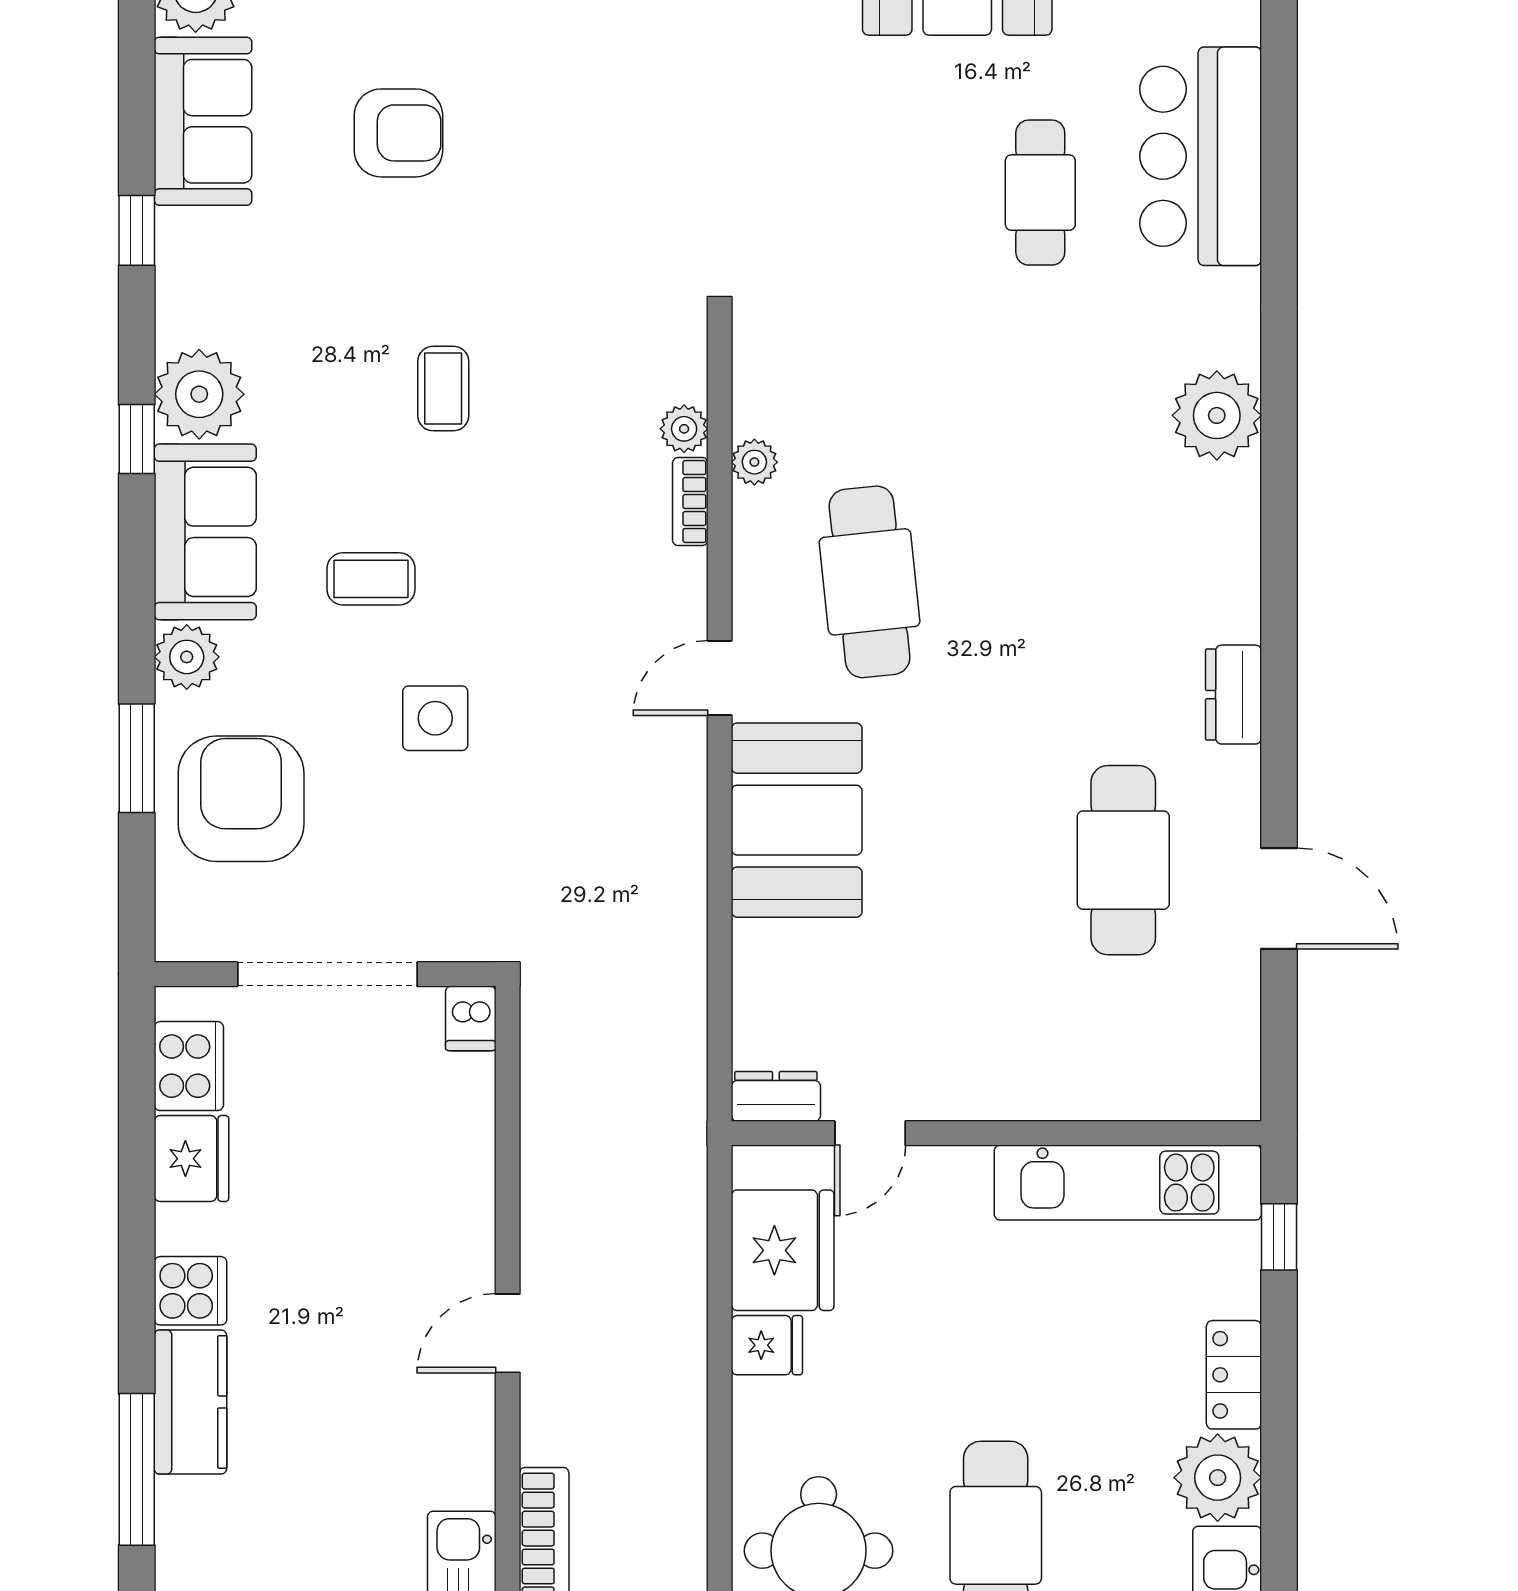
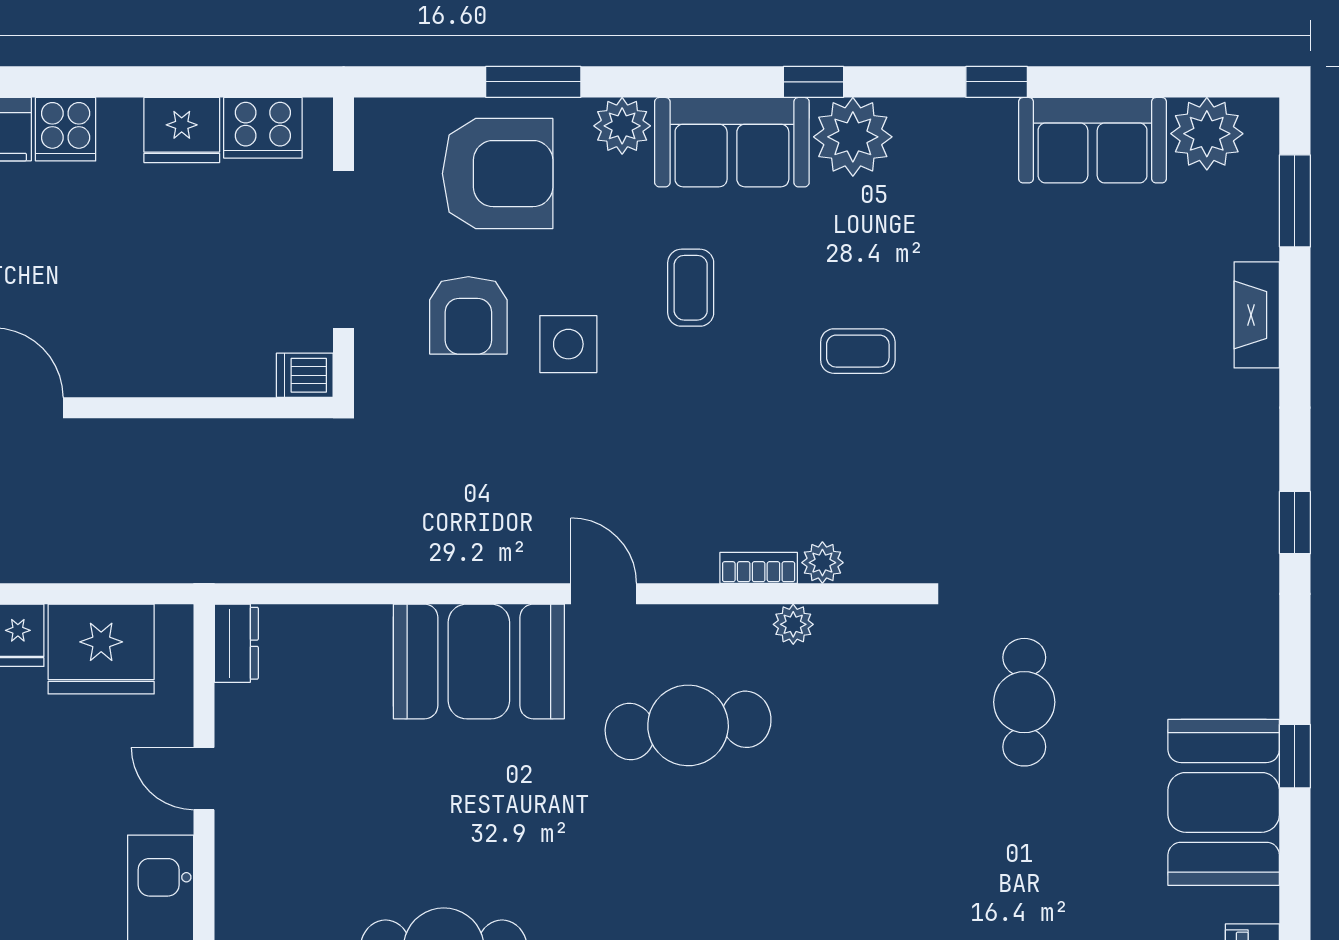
armchair: (398, 133) -> (468, 315), moved
cafe table: (1040, 193) -> (1024, 702), moved, turned 90
door: (870, 1133) -> (204, 779), moved

